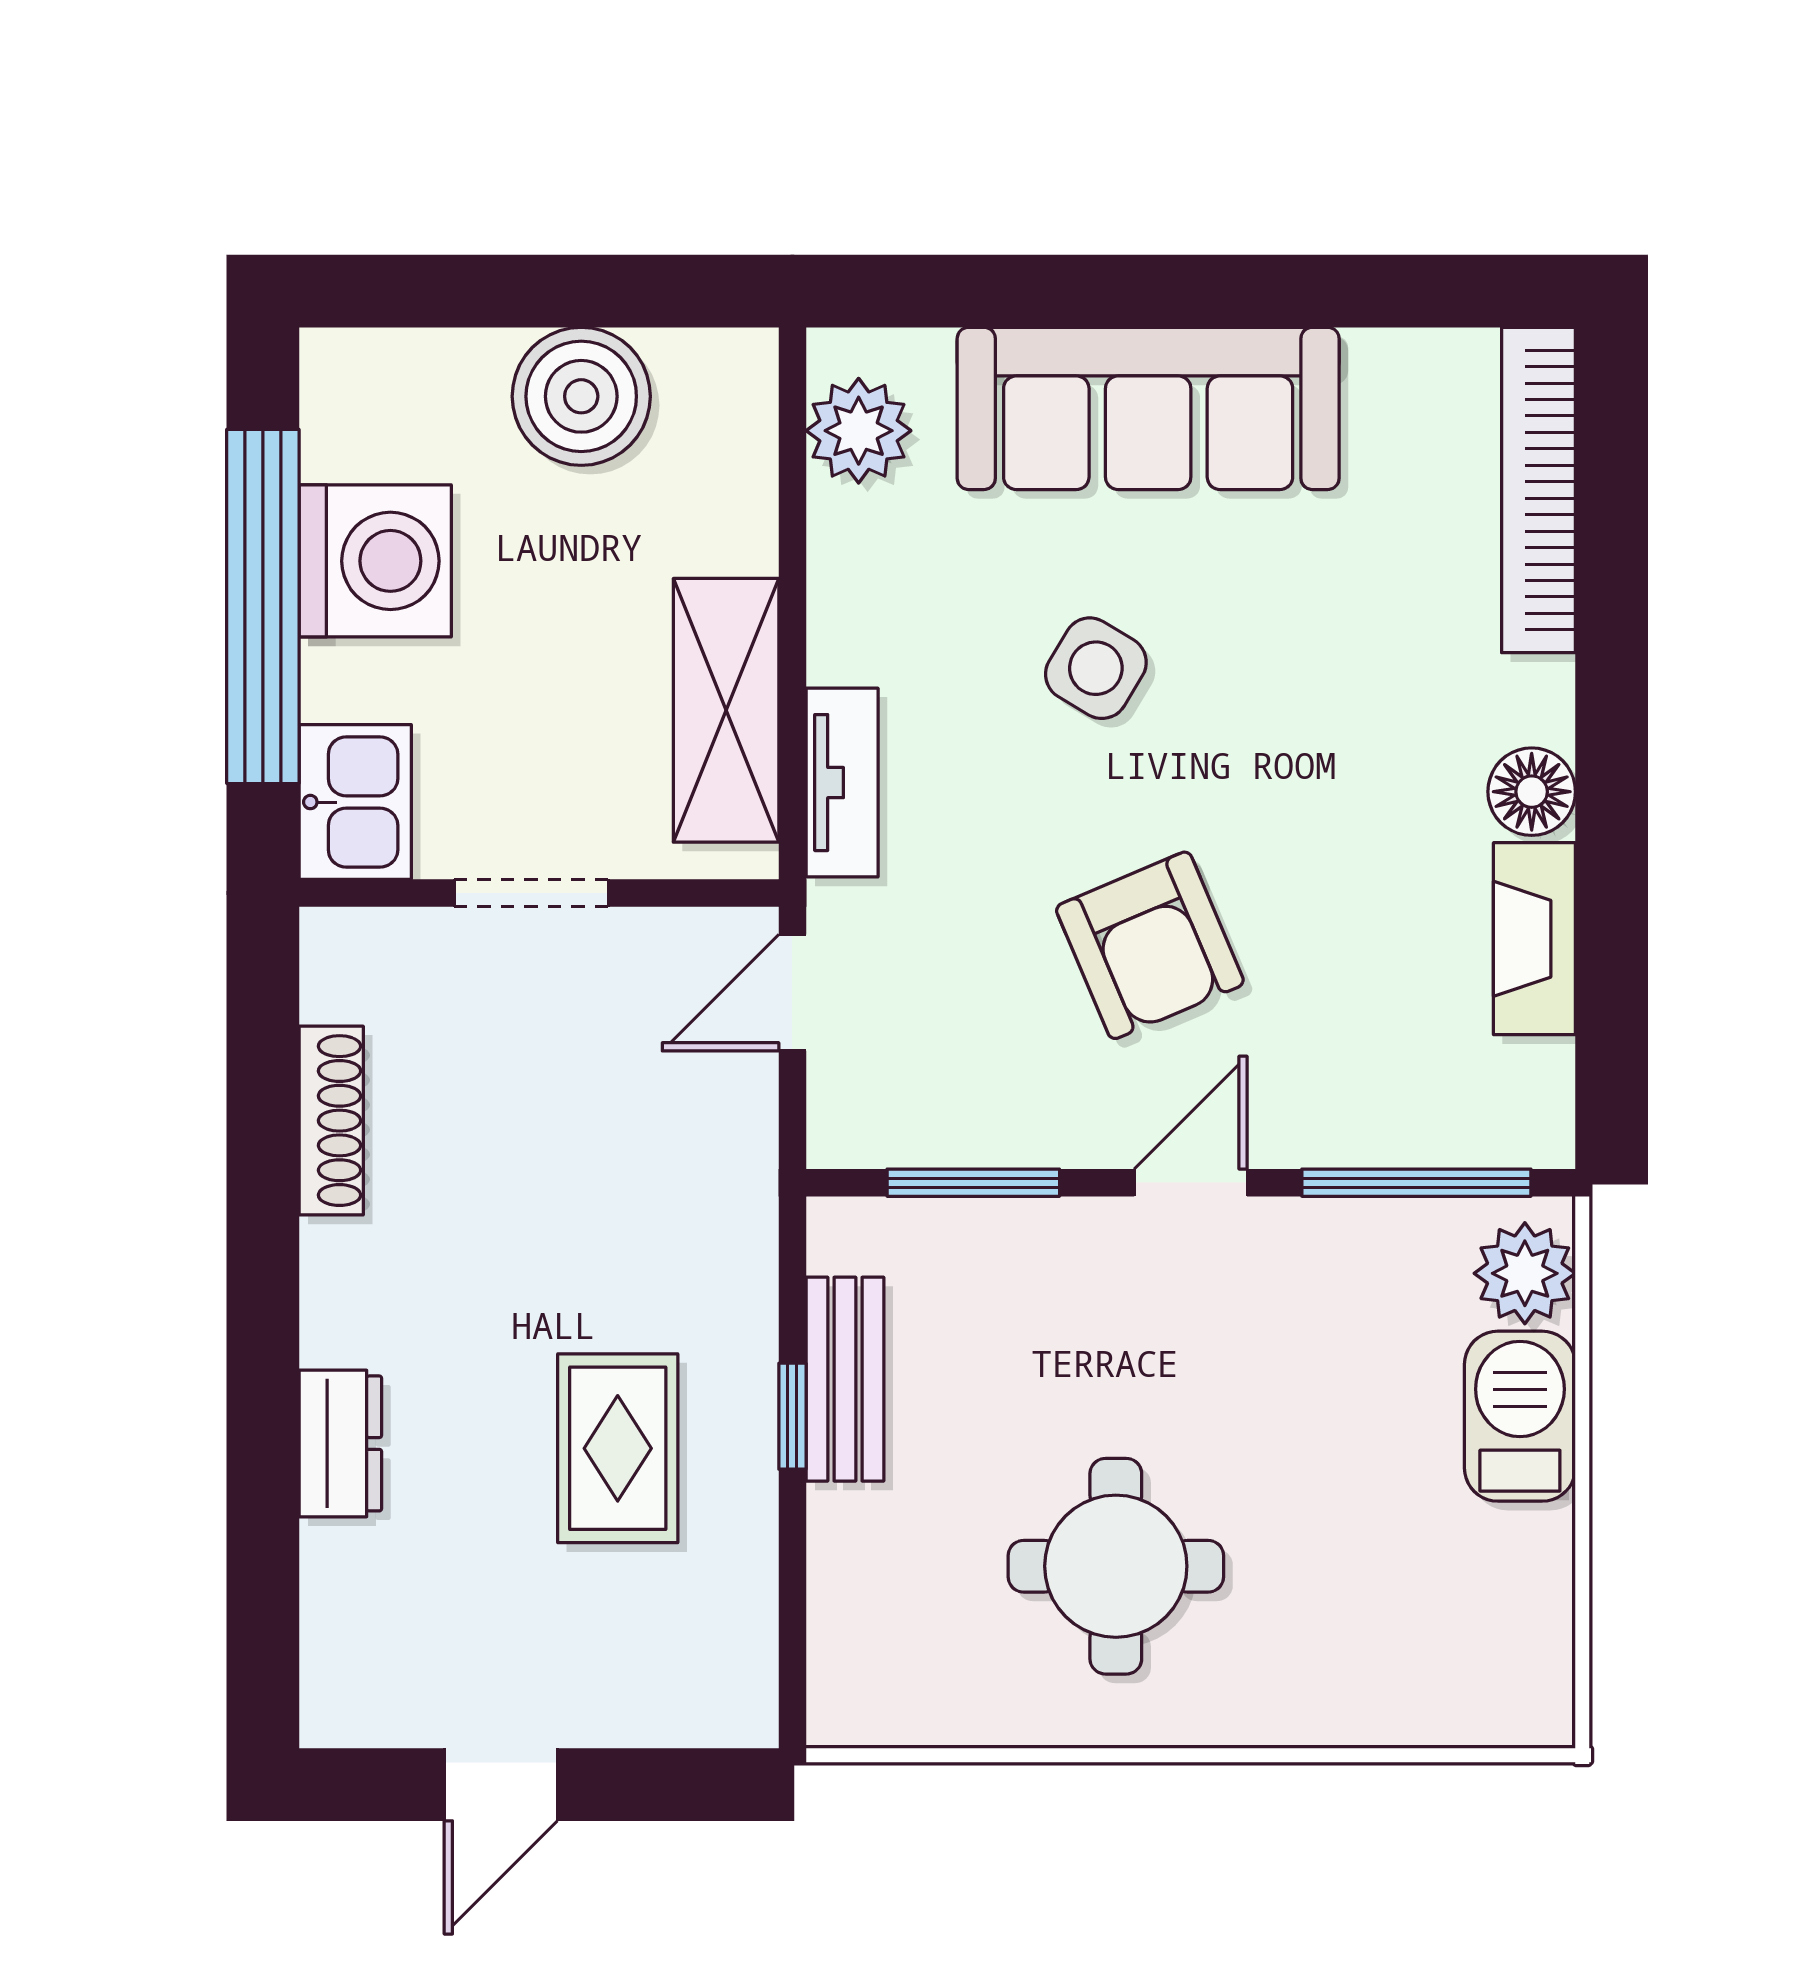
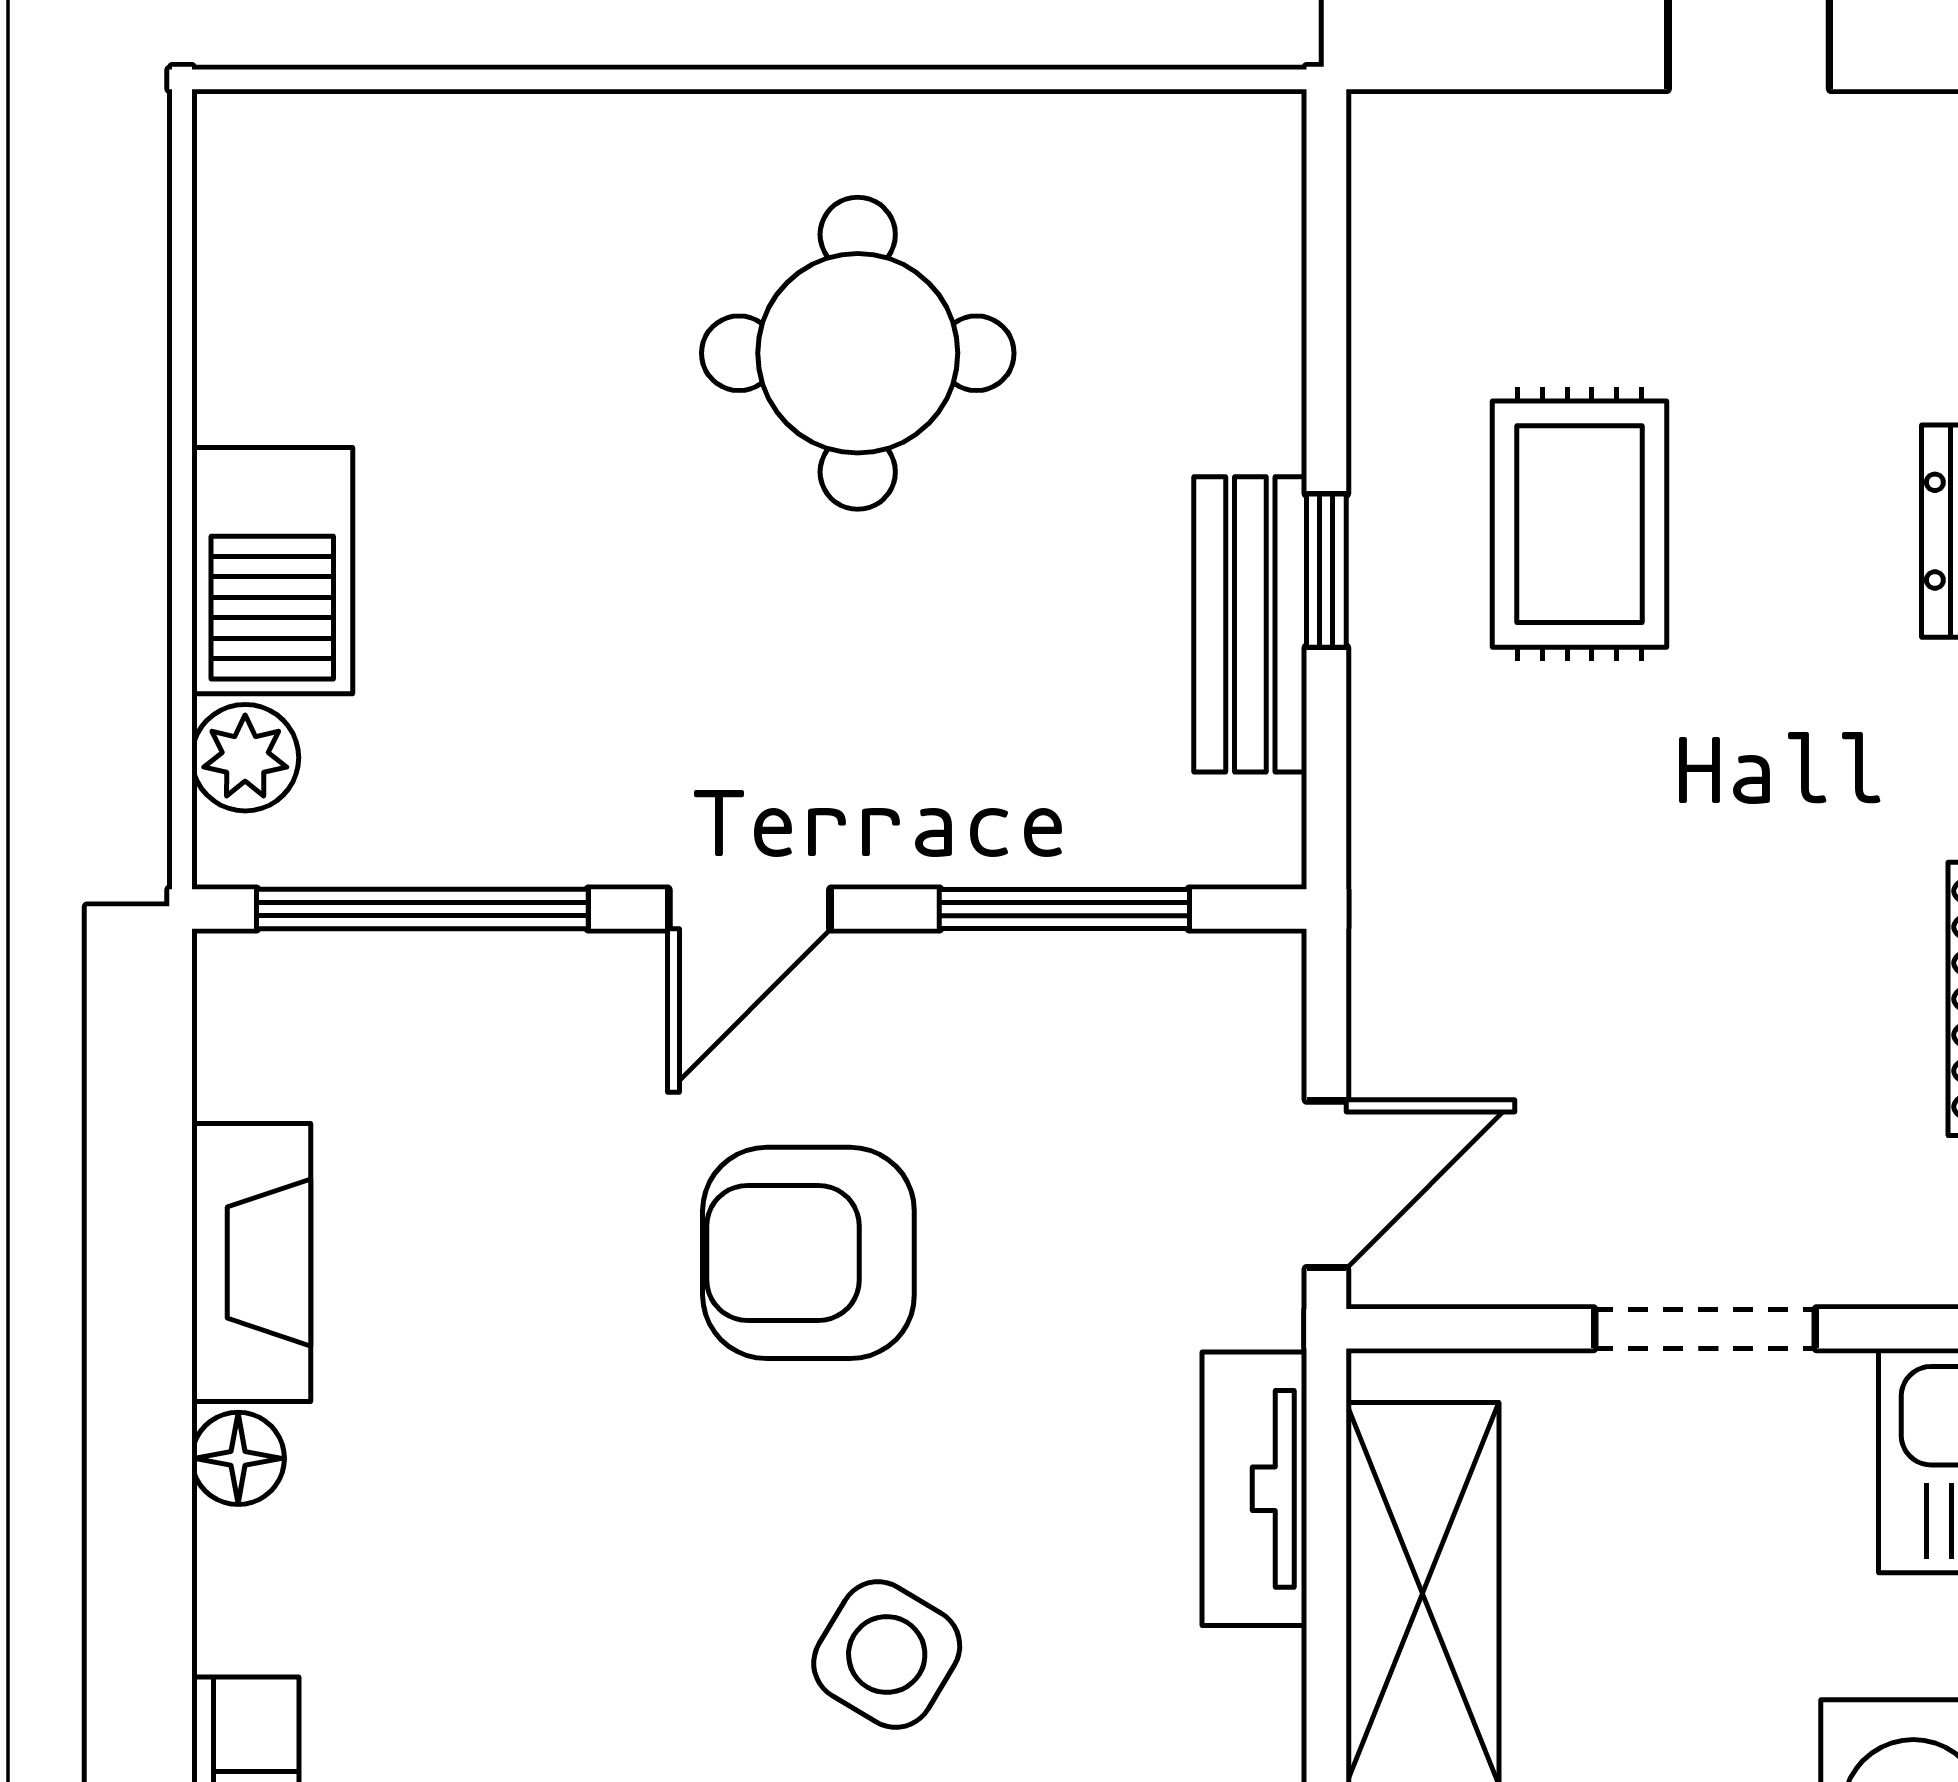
floor lamp: (1532, 792) -> (238, 1458), width x0.73, depth x0.73
armchair: (1150, 945) -> (808, 1253), turned -67
plant: (1525, 1273) -> (245, 758), width x0.73, depth x0.73

